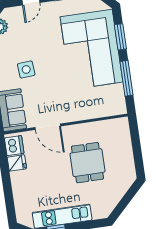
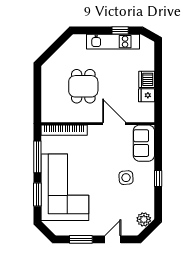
bookcase: (101, 112) -> (64, 130), added
dishwasher: (14, 146) -> (147, 79), moved

